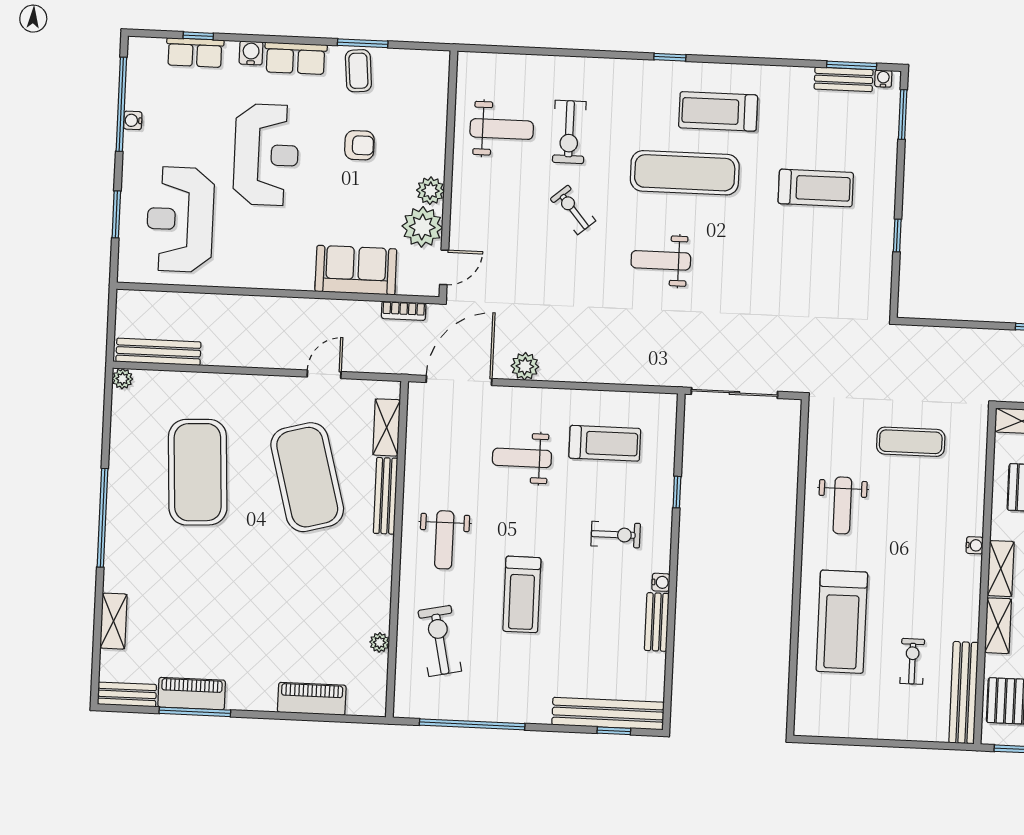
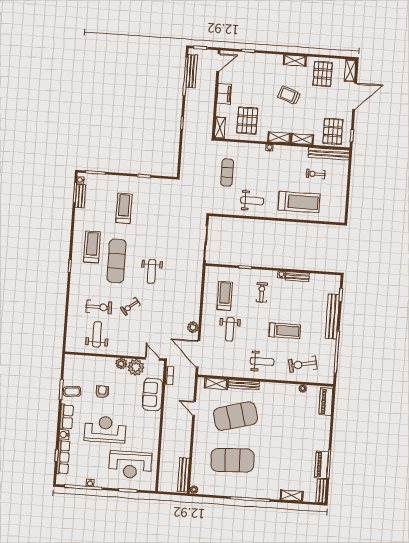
row of seats: (195, 53) -> (63, 457), width x1.48
treadmill: (718, 111) -> (92, 247), turned 180
piano: (312, 699) -> (326, 402), moved
bench: (608, 714) -> (332, 316), moved

